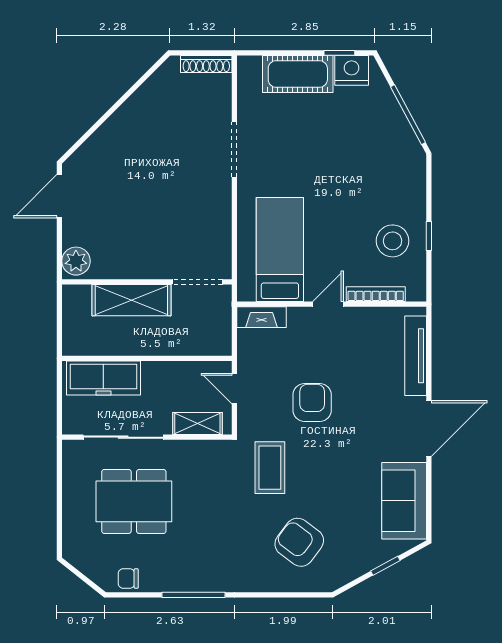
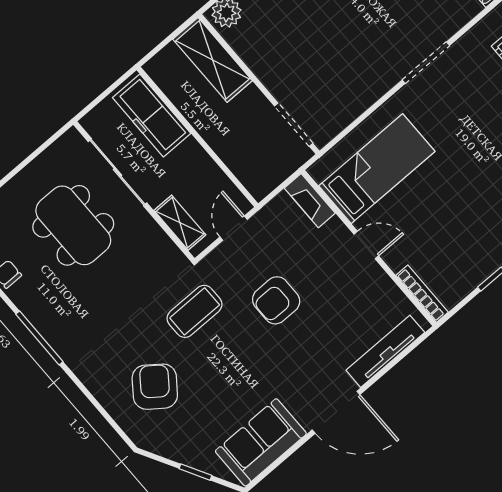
stool: (393, 241) -> (462, 253), removed
bookcase: (376, 294) -> (422, 294), moved
shelving: (131, 300) -> (213, 60), moved
armchair: (312, 402) -> (276, 300), turned 180

